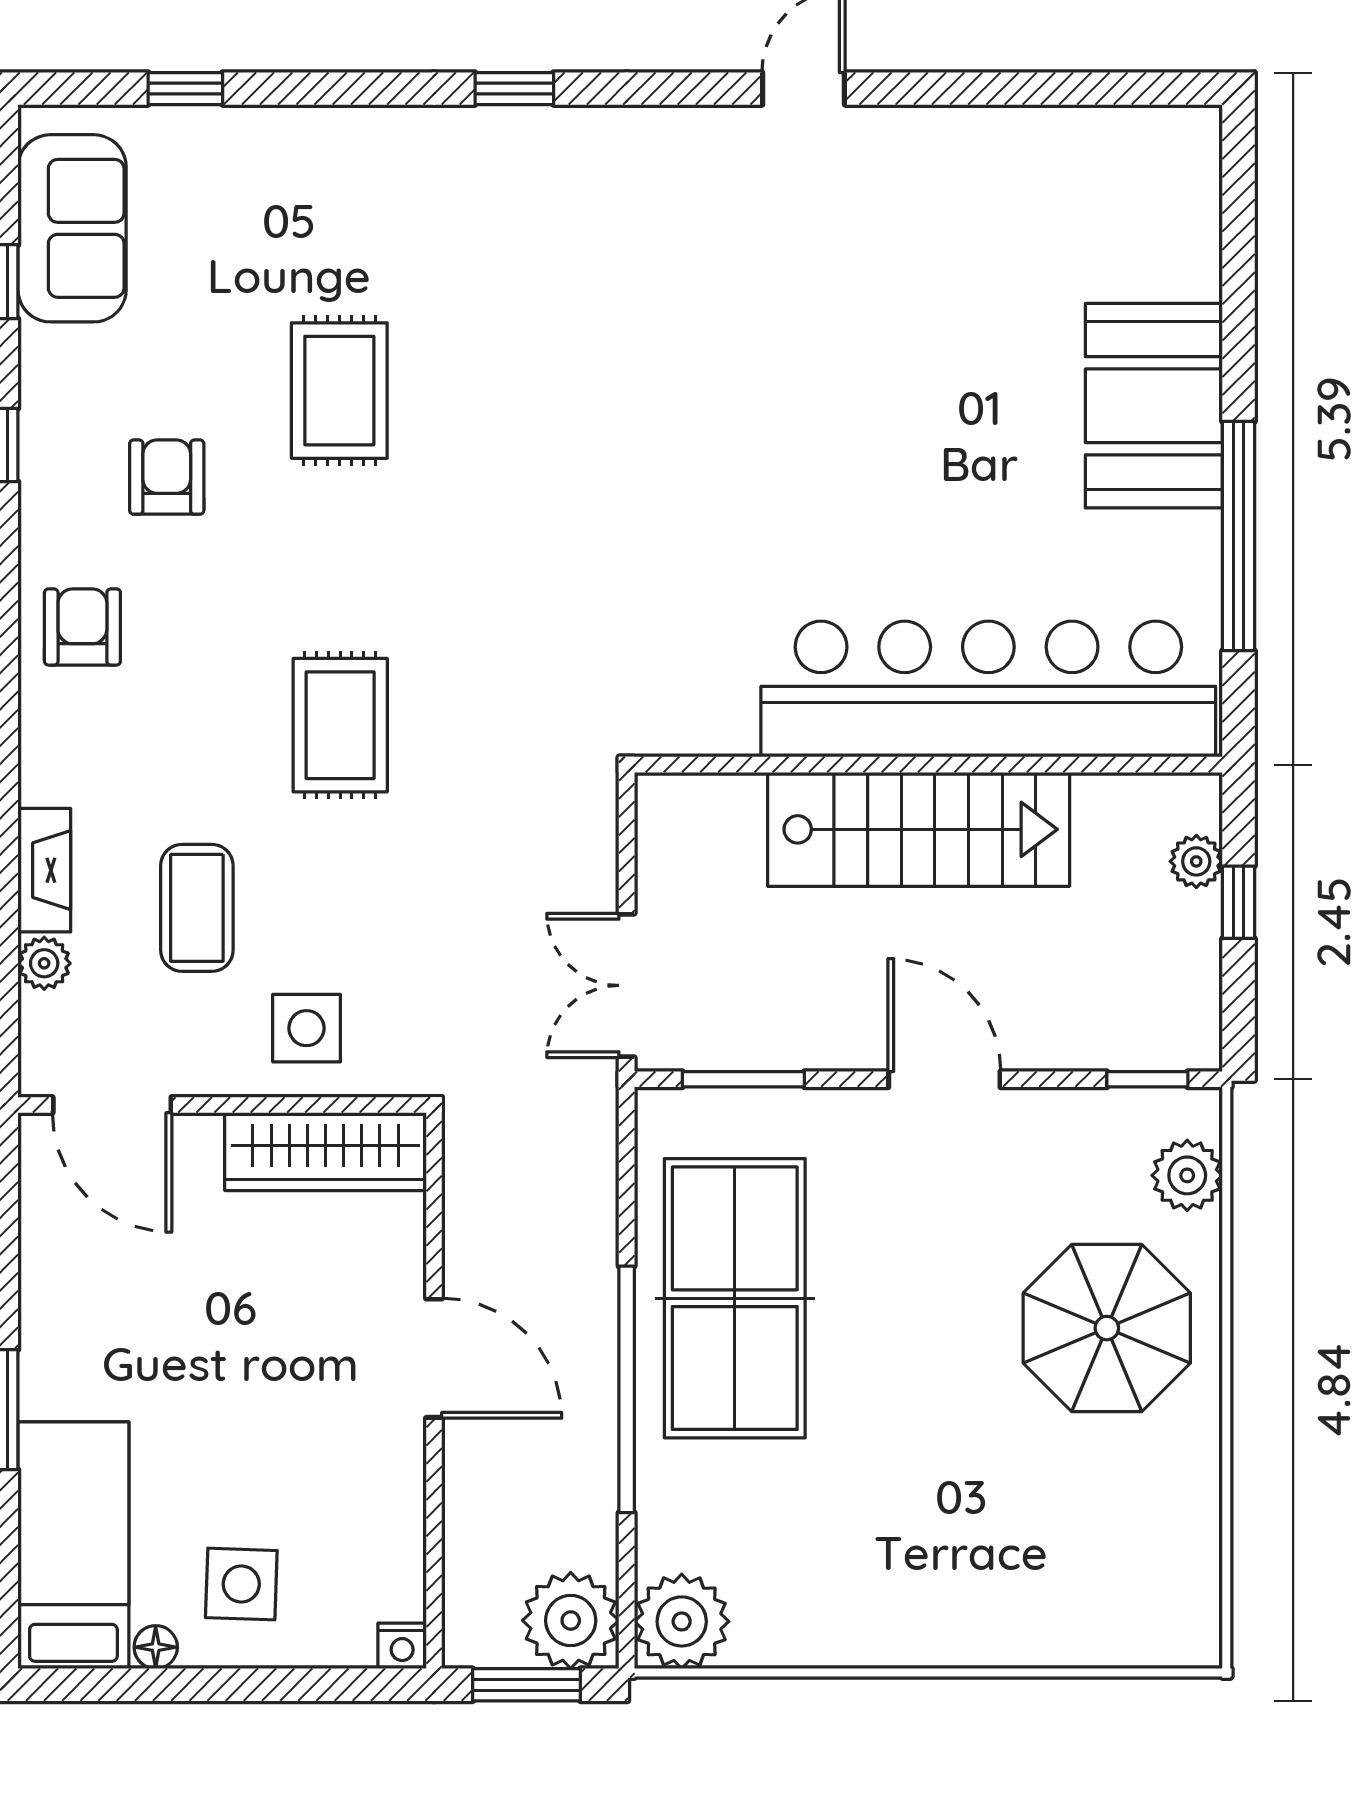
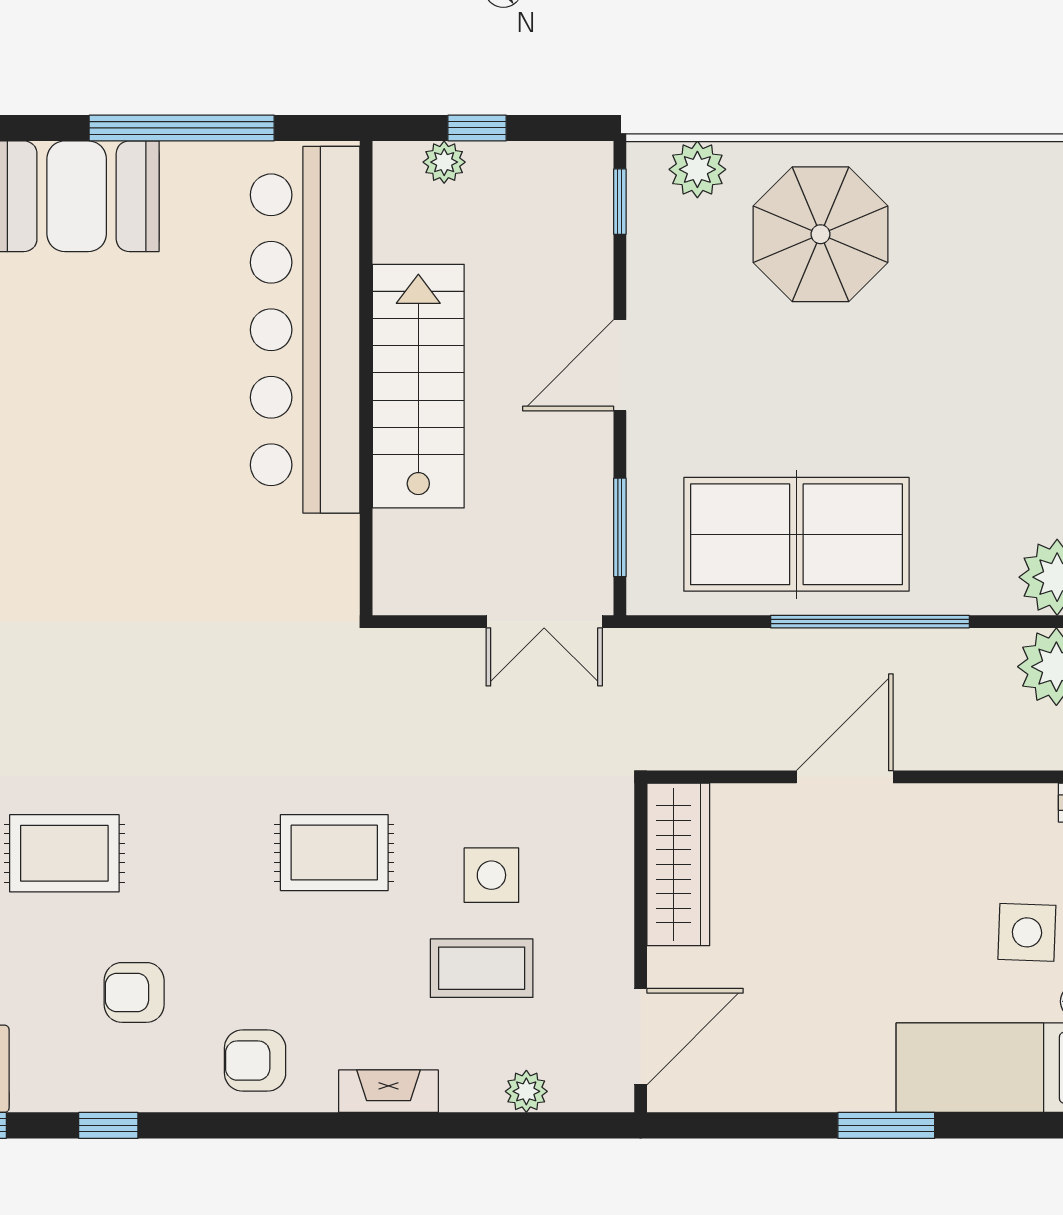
fireplace: (44, 870) -> (388, 1091), moved
side table: (306, 1028) -> (491, 875), moved

